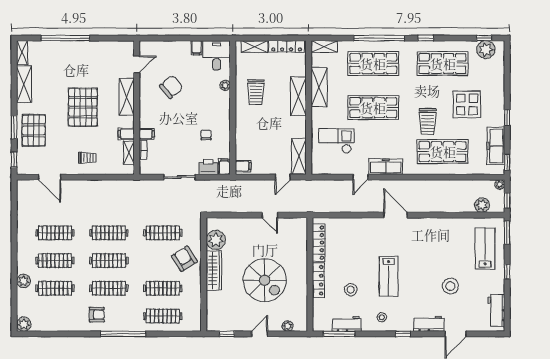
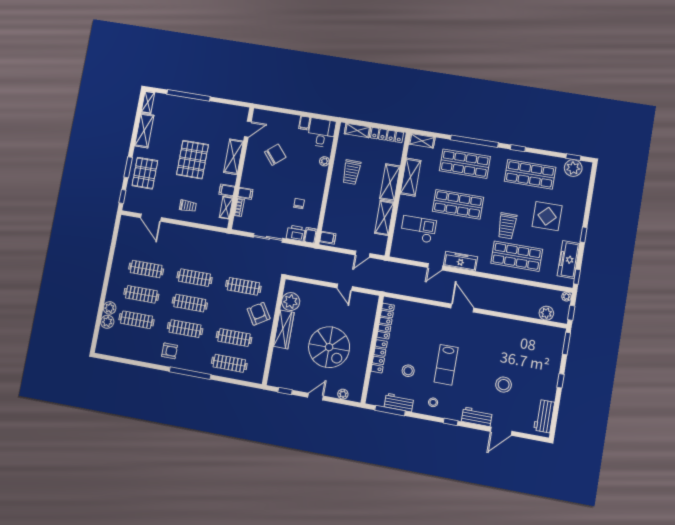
shelving: (299, 156) -> (384, 218), moved
lab bench: (485, 248) -> (543, 355), removed
plant: (24, 324) -> (107, 322), moved

